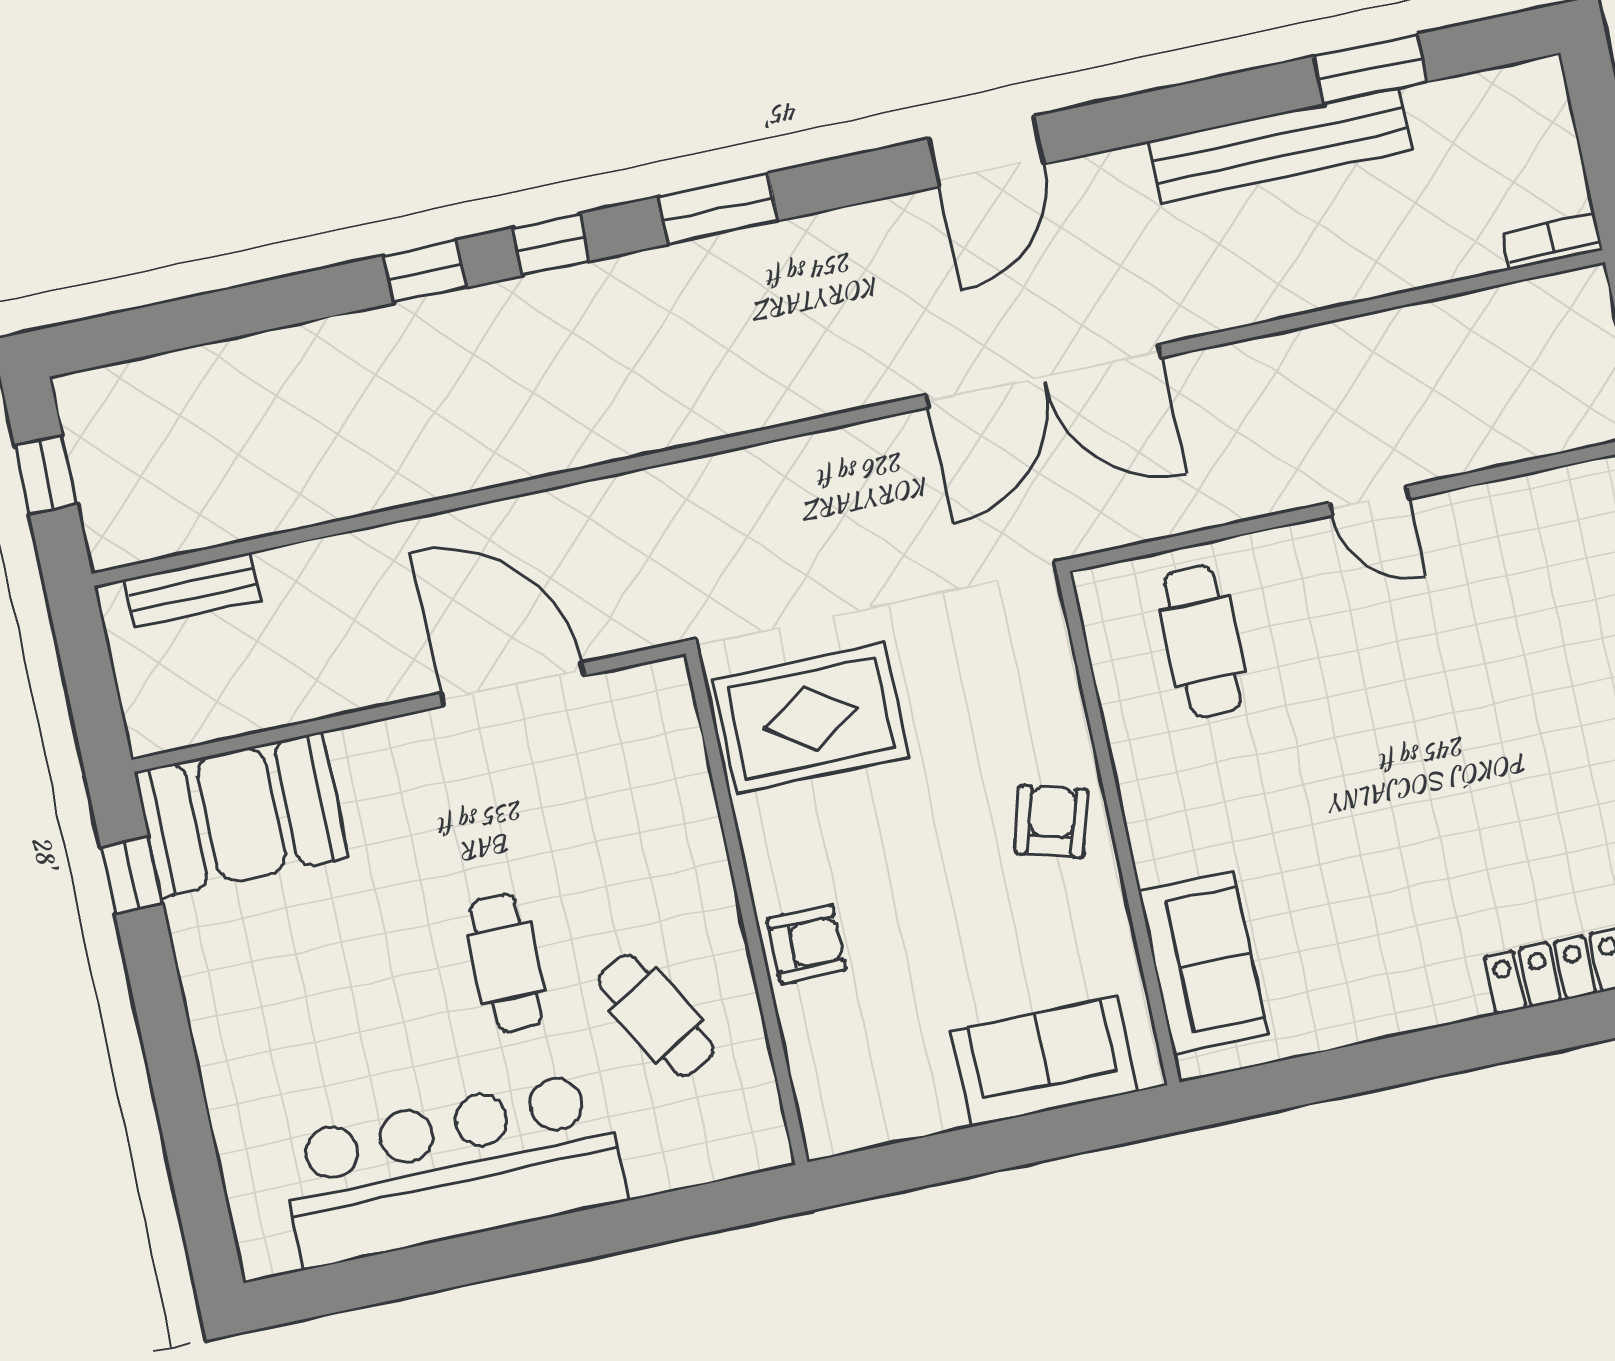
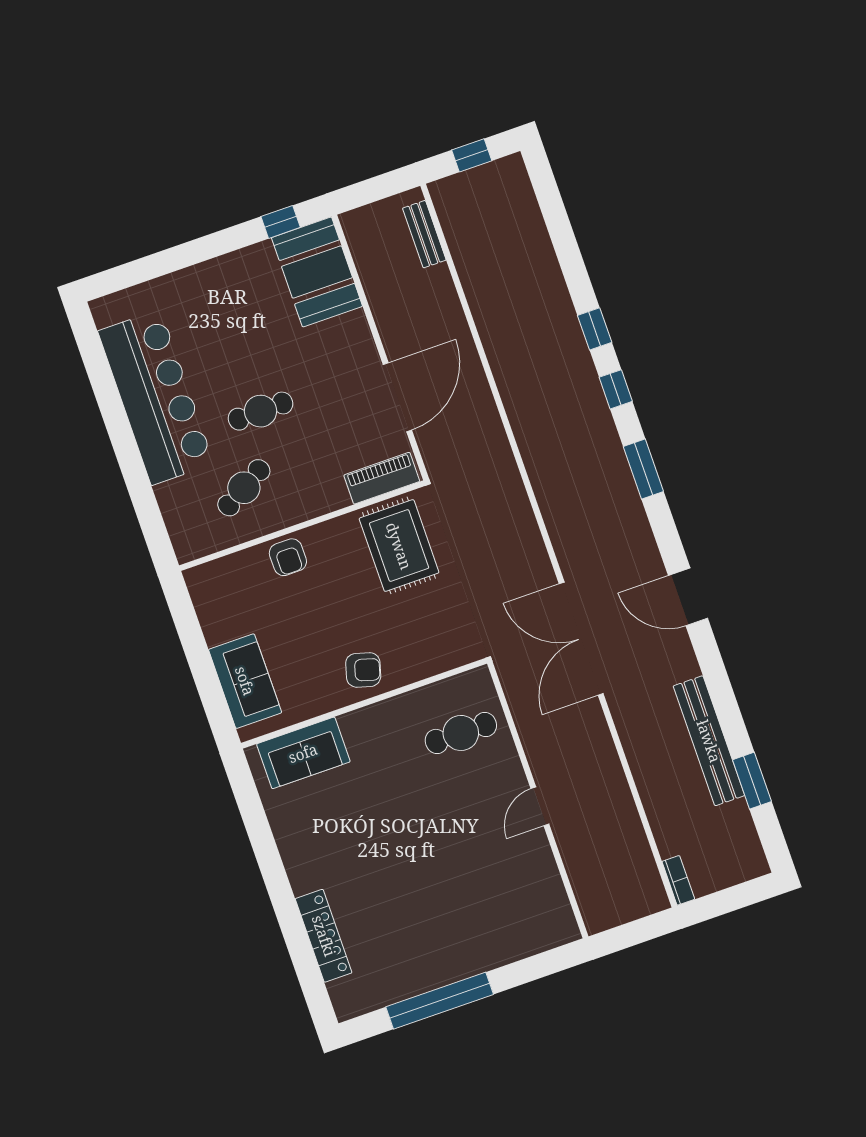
piano: (671, 736) -> (382, 478), added

